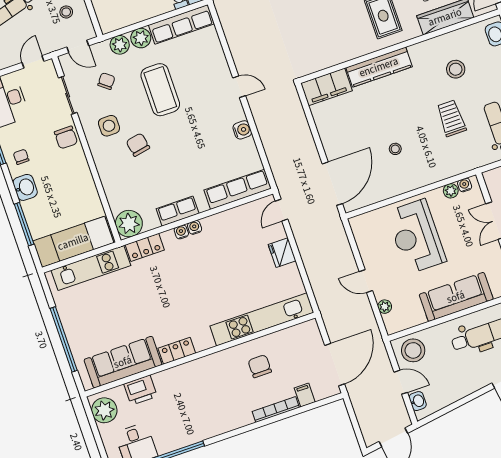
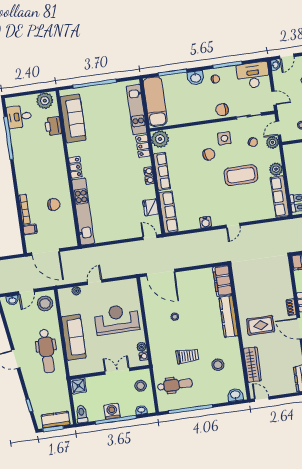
plant: (120, 45) -> (272, 142), moved
row of seats: (178, 211) -> (162, 171), width x1.48
fridge: (282, 253) -> (151, 207), moved, turned -90
locker: (177, 351) -> (75, 167), moved

